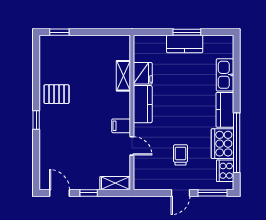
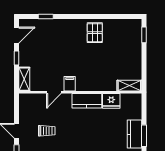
shelving: (123, 76) -> (129, 86), moved
window: (36, 120) -> (46, 17), moved

